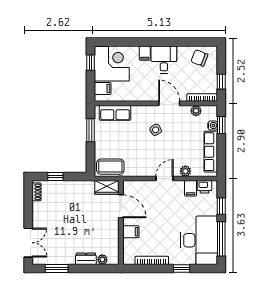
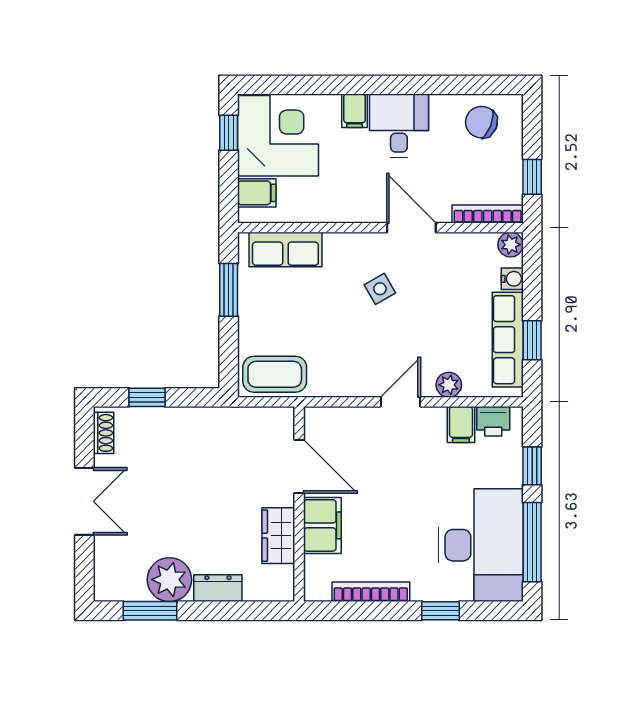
plant: (196, 111) -> (511, 245), moved
window: (221, 125) -> (532, 340), moved
wardrobe: (107, 187) -> (278, 536), moved, turned 90
filing cabinet: (131, 232) -> (322, 525), width x2.00
double door: (28, 243) -> (84, 501), moved
plant: (102, 260) -> (169, 580), moved, width x1.87, depth x1.87

